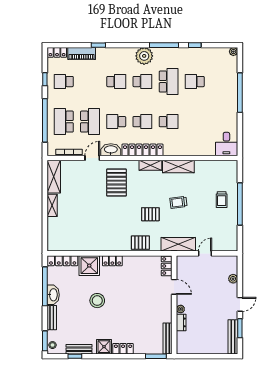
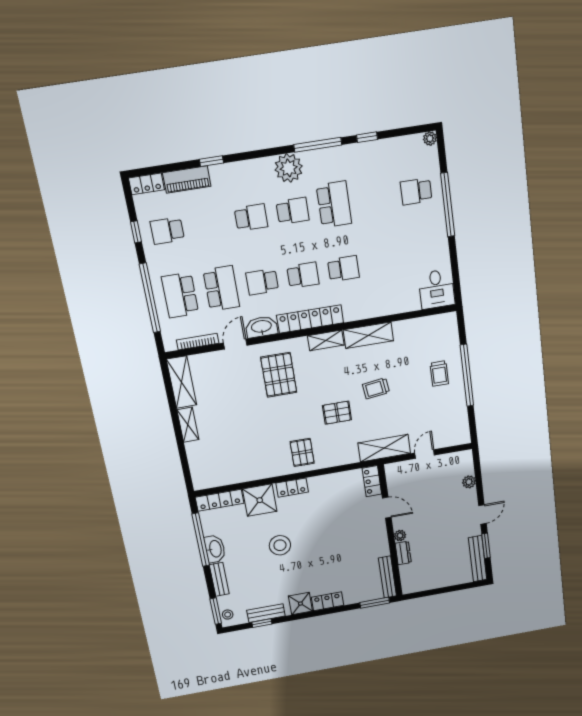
school desk: (195, 82) -> (416, 191), moved
pallet: (140, 243) -> (302, 452), moved, turned 90

